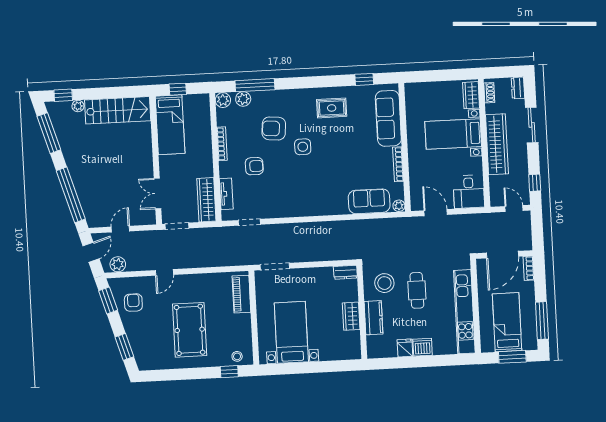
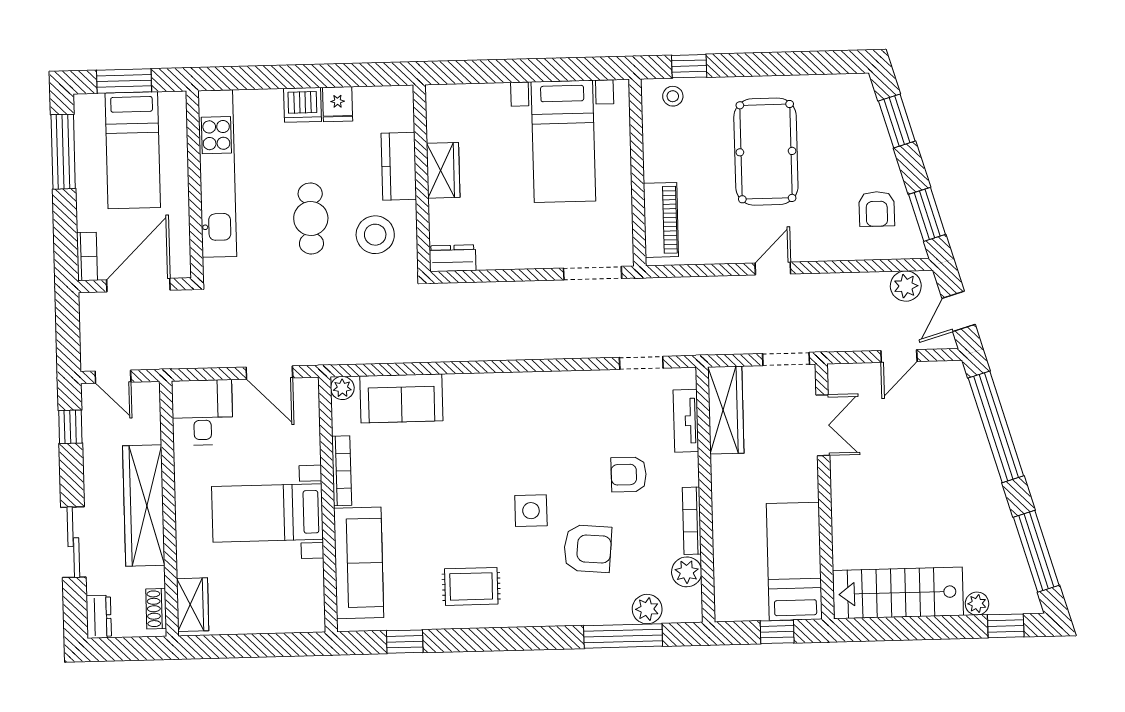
plant: (223, 100) -> (687, 572), moved
bed with nightstands: (453, 134) -> (267, 513), moved, turned 180
door: (164, 272) -> (773, 268), moved

